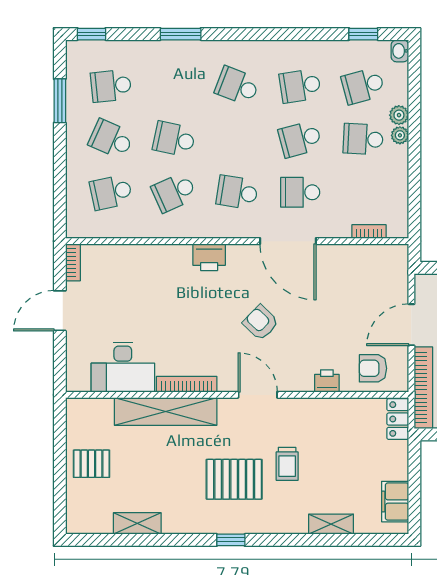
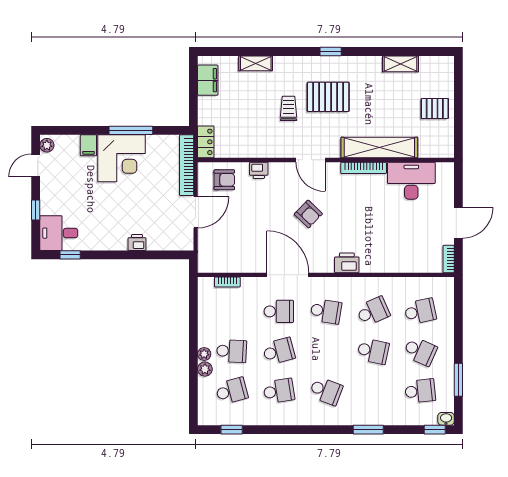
washbasin: (400, 51) -> (446, 419), moved, turned -90

